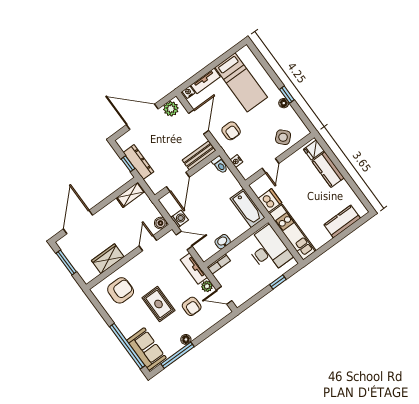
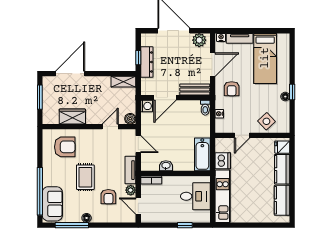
washing machine: (180, 219) -> (147, 106), moved
kitchen counter: (342, 221) -> (282, 200), moved, turned -90
desk: (268, 250) -> (195, 196), width x0.73

